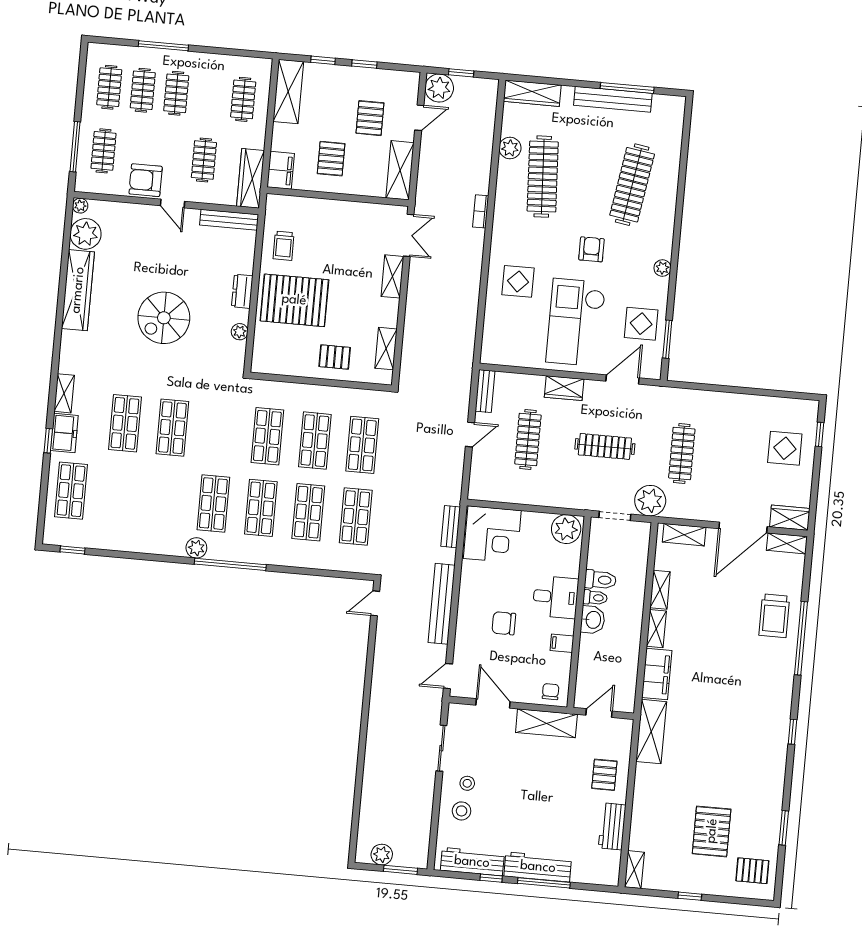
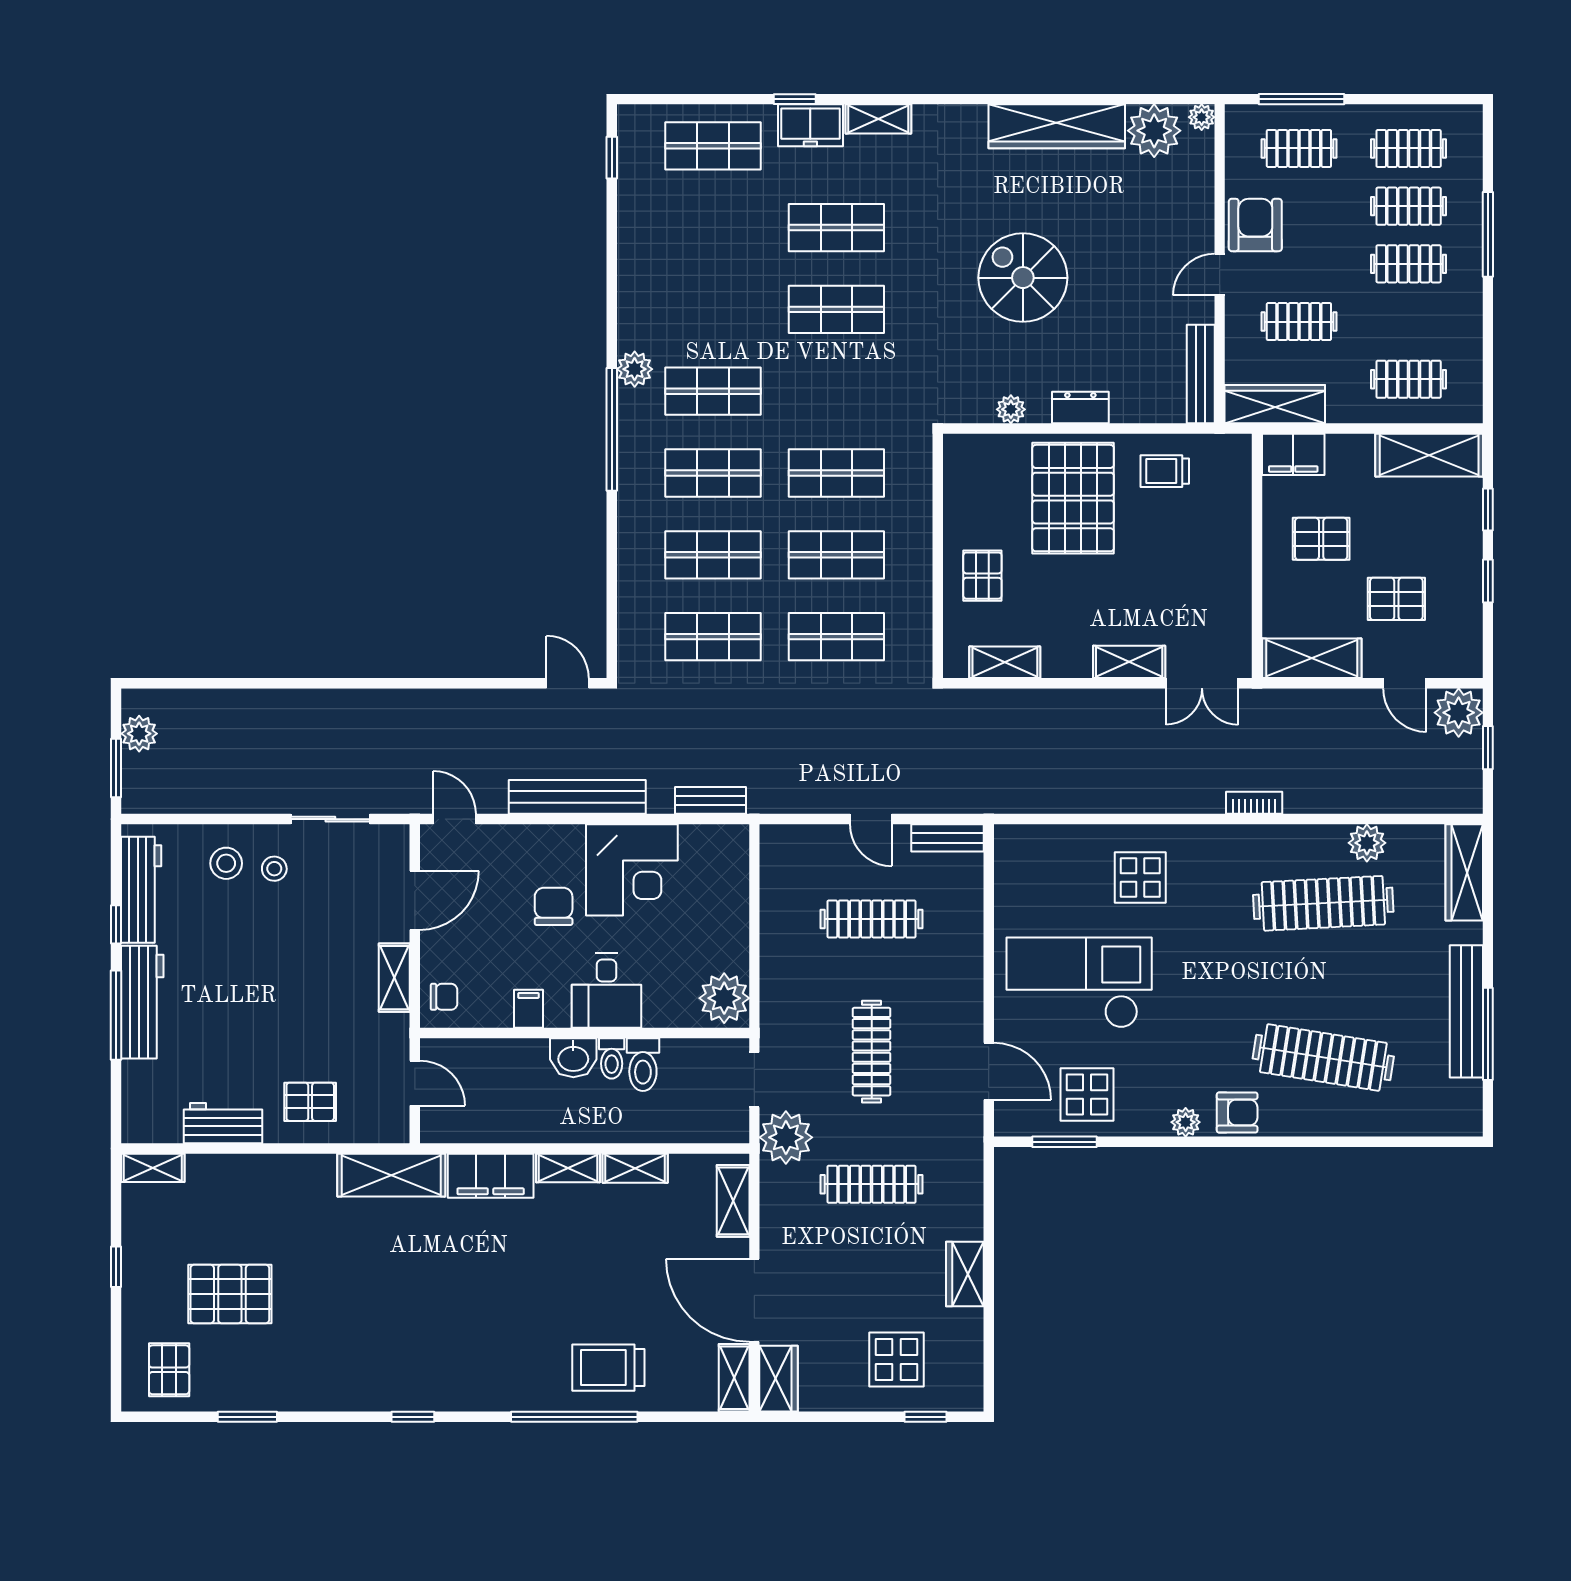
armchair: (591, 249) -> (1237, 1112), moved
wardrobe: (564, 388) -> (965, 1274), moved
corner desk: (492, 534) -> (632, 870), moved, turned -90
shelving: (546, 723) -> (394, 978), width x0.67, depth x0.75

